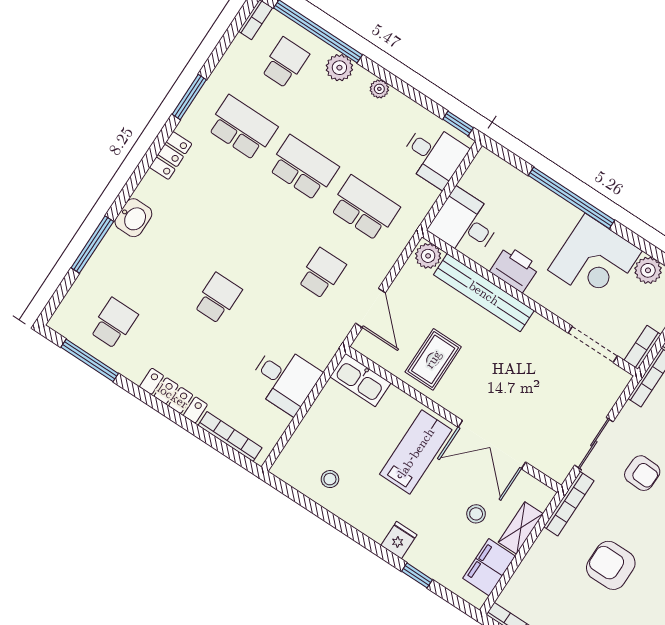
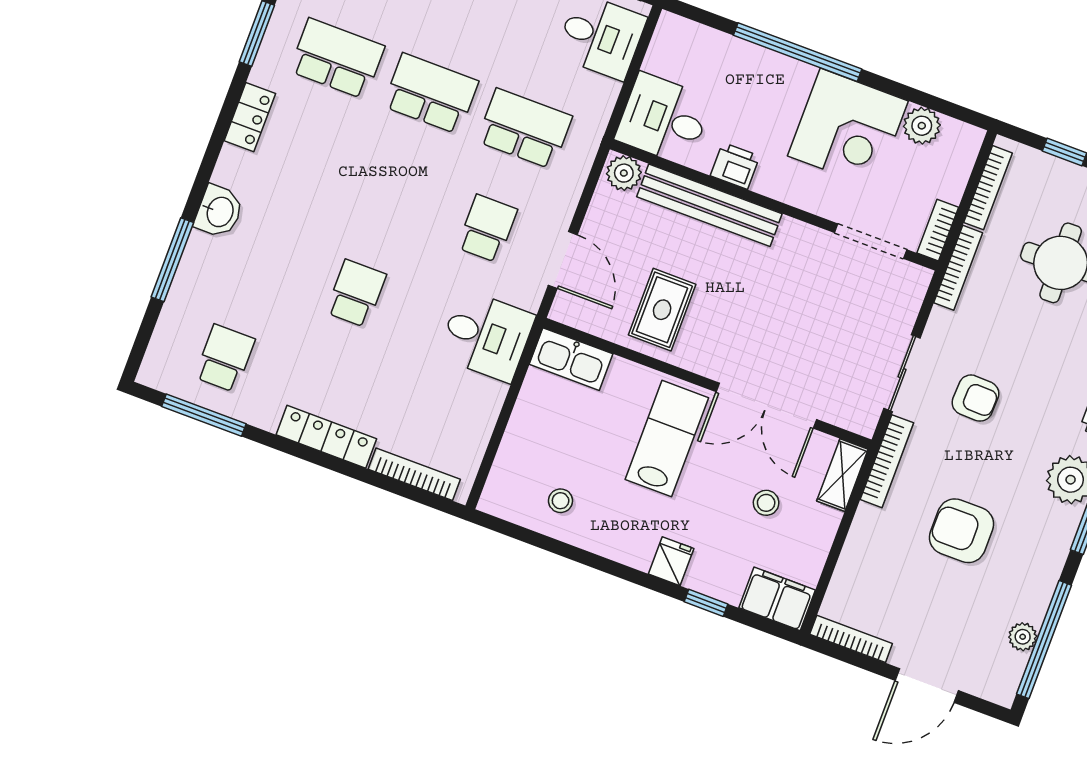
printer: (515, 269) -> (735, 166), width x0.73, depth x0.81
desk: (284, 379) -> (486, 336), moved
shelving: (521, 528) -> (842, 475), moved
filing cabinet: (489, 567) -> (777, 599), moved, turned 90

